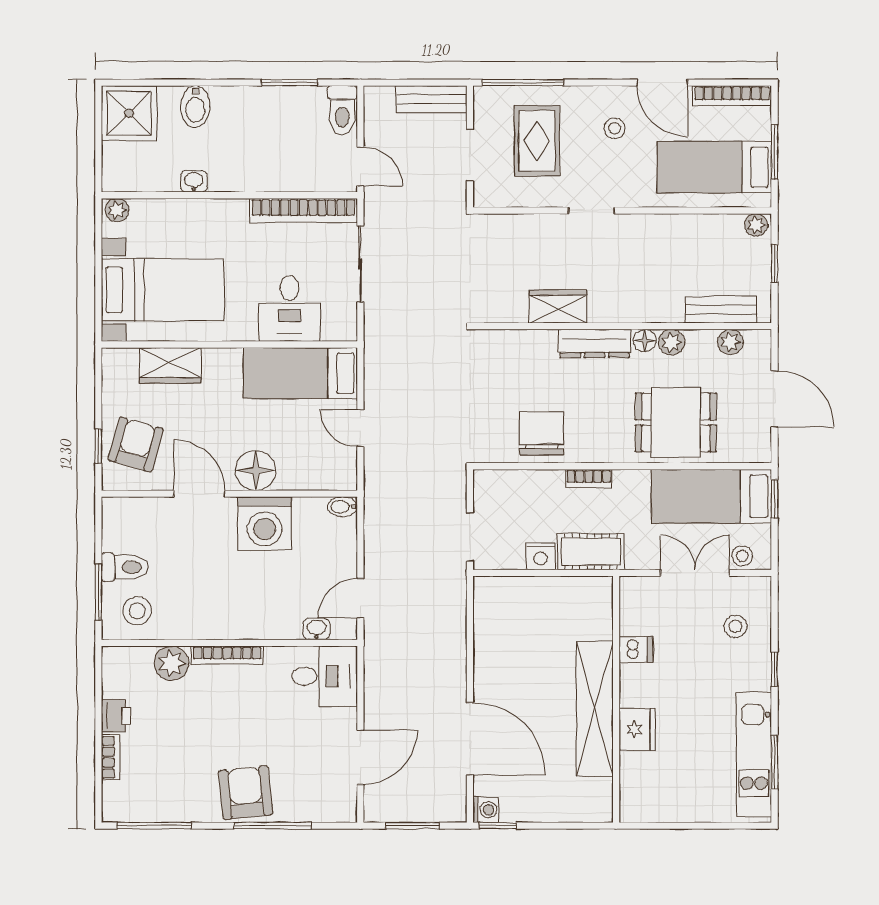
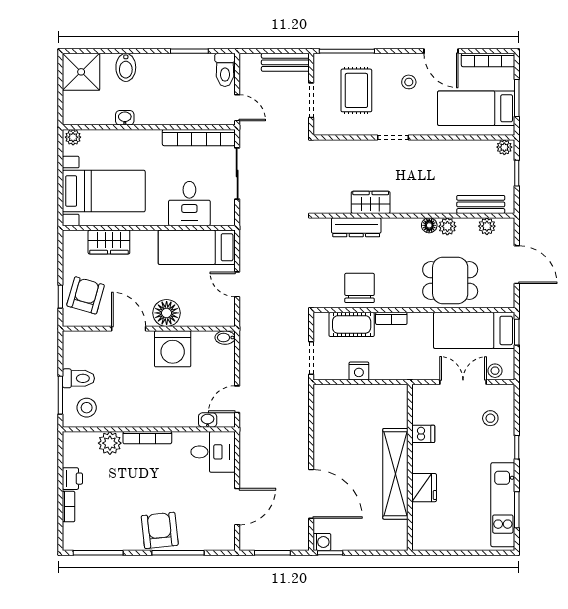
dresser: (595, 343) -> (356, 227), moved
cot: (591, 552) -> (352, 324), moved

